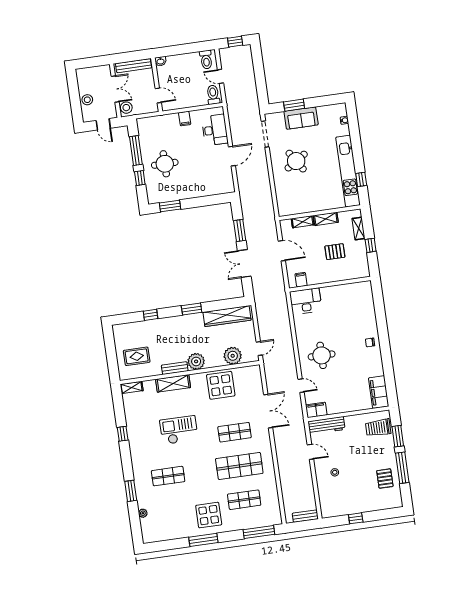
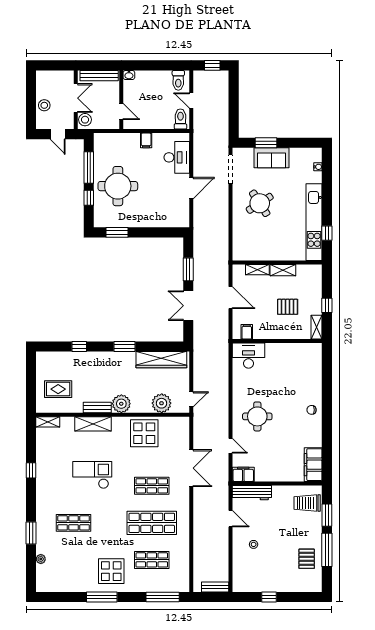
round table: (165, 164) -> (118, 186), width x1.36, depth x1.36
shelving: (359, 229) -> (317, 327), moved

